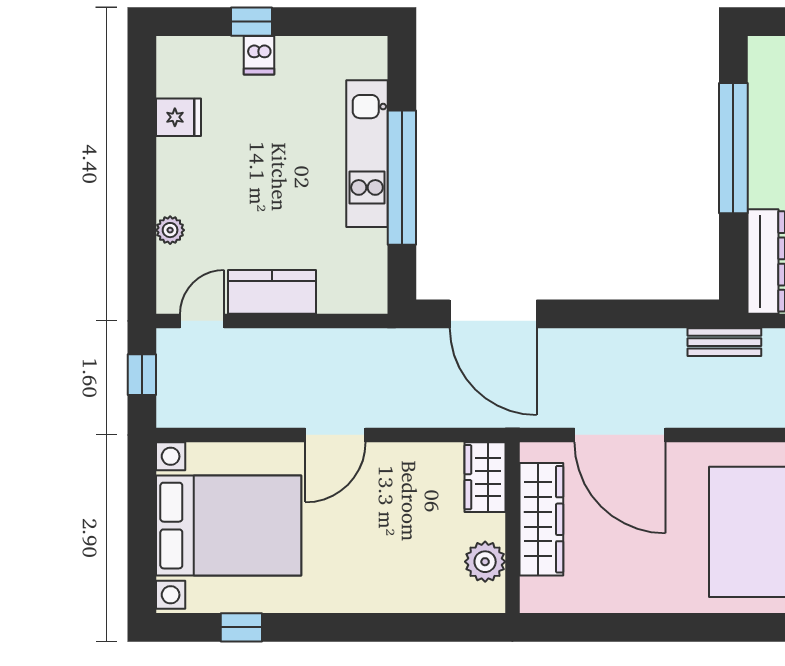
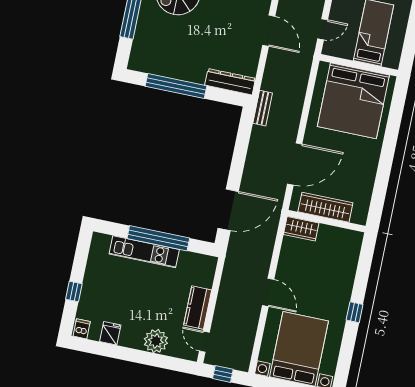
dishwasher: (259, 55) -> (82, 329), moved, turned -90
plant: (170, 230) -> (156, 341), width x1.87, depth x1.87
plant: (485, 562) -> (339, 237), removed
window: (241, 627) -> (355, 312), moved

